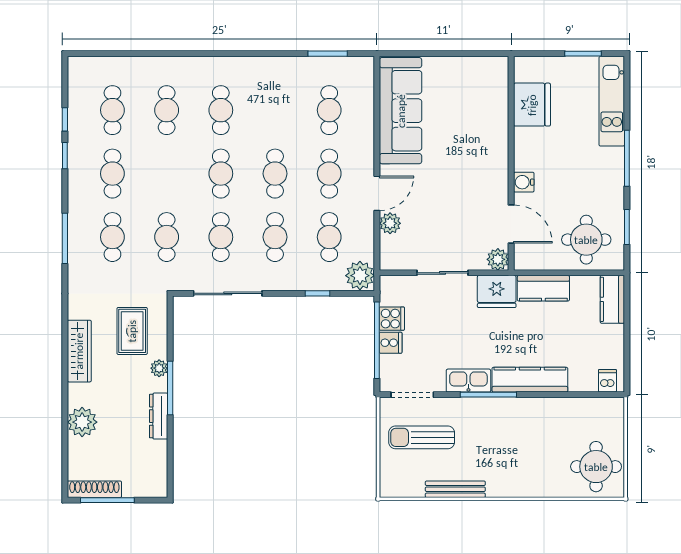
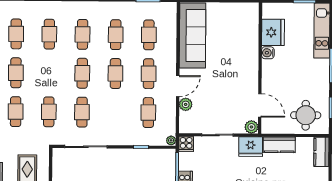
water cooler: (524, 182) -> (268, 53), moved
cafe table: (275, 237) -> (116, 35), moved
plant: (360, 276) -> (171, 140), width x0.53, depth x0.53
cooker: (392, 319) -> (186, 144), moved, turned 90

